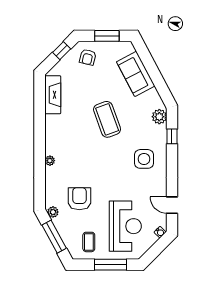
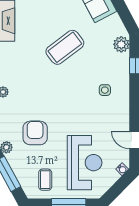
coffee table: (107, 119) -> (65, 47), turned 73
side table: (144, 159) -> (105, 90), width x0.54, depth x0.54

